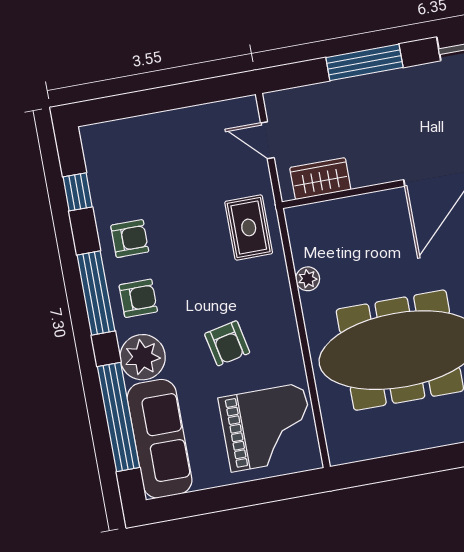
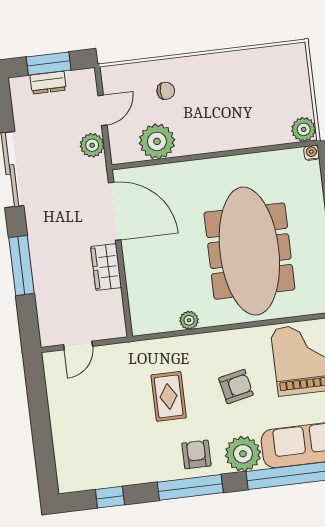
wardrobe: (320, 179) -> (106, 267), moved
rug: (249, 227) -> (169, 396), moved, turned 90
armchair: (130, 239) -> (149, 458), removed

